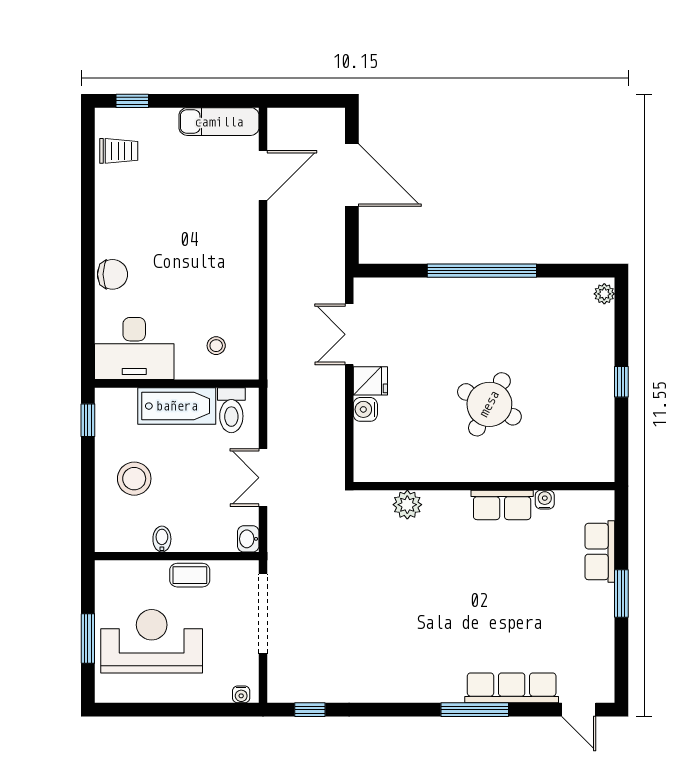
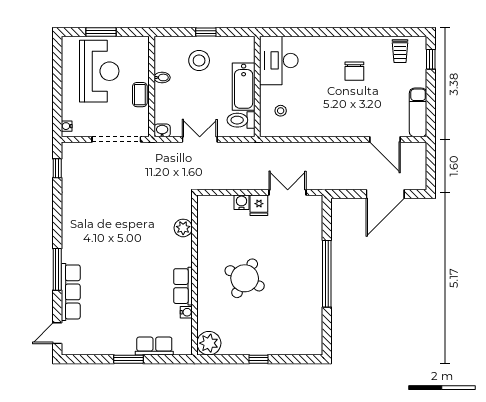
chair: (112, 274) -> (354, 71), moved
plant: (604, 294) -> (209, 343), moved, width x1.87, depth x1.87
window: (88, 420) -> (206, 32), moved

